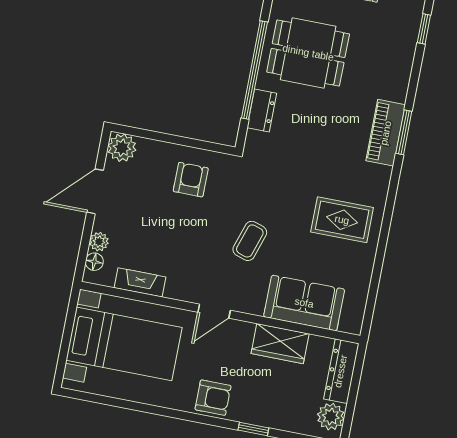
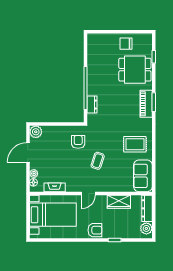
dining table: (308, 53) -> (135, 70), moved
armchair: (191, 180) -> (78, 142), moved
sofa: (304, 303) -> (143, 176), moved, turned -90

